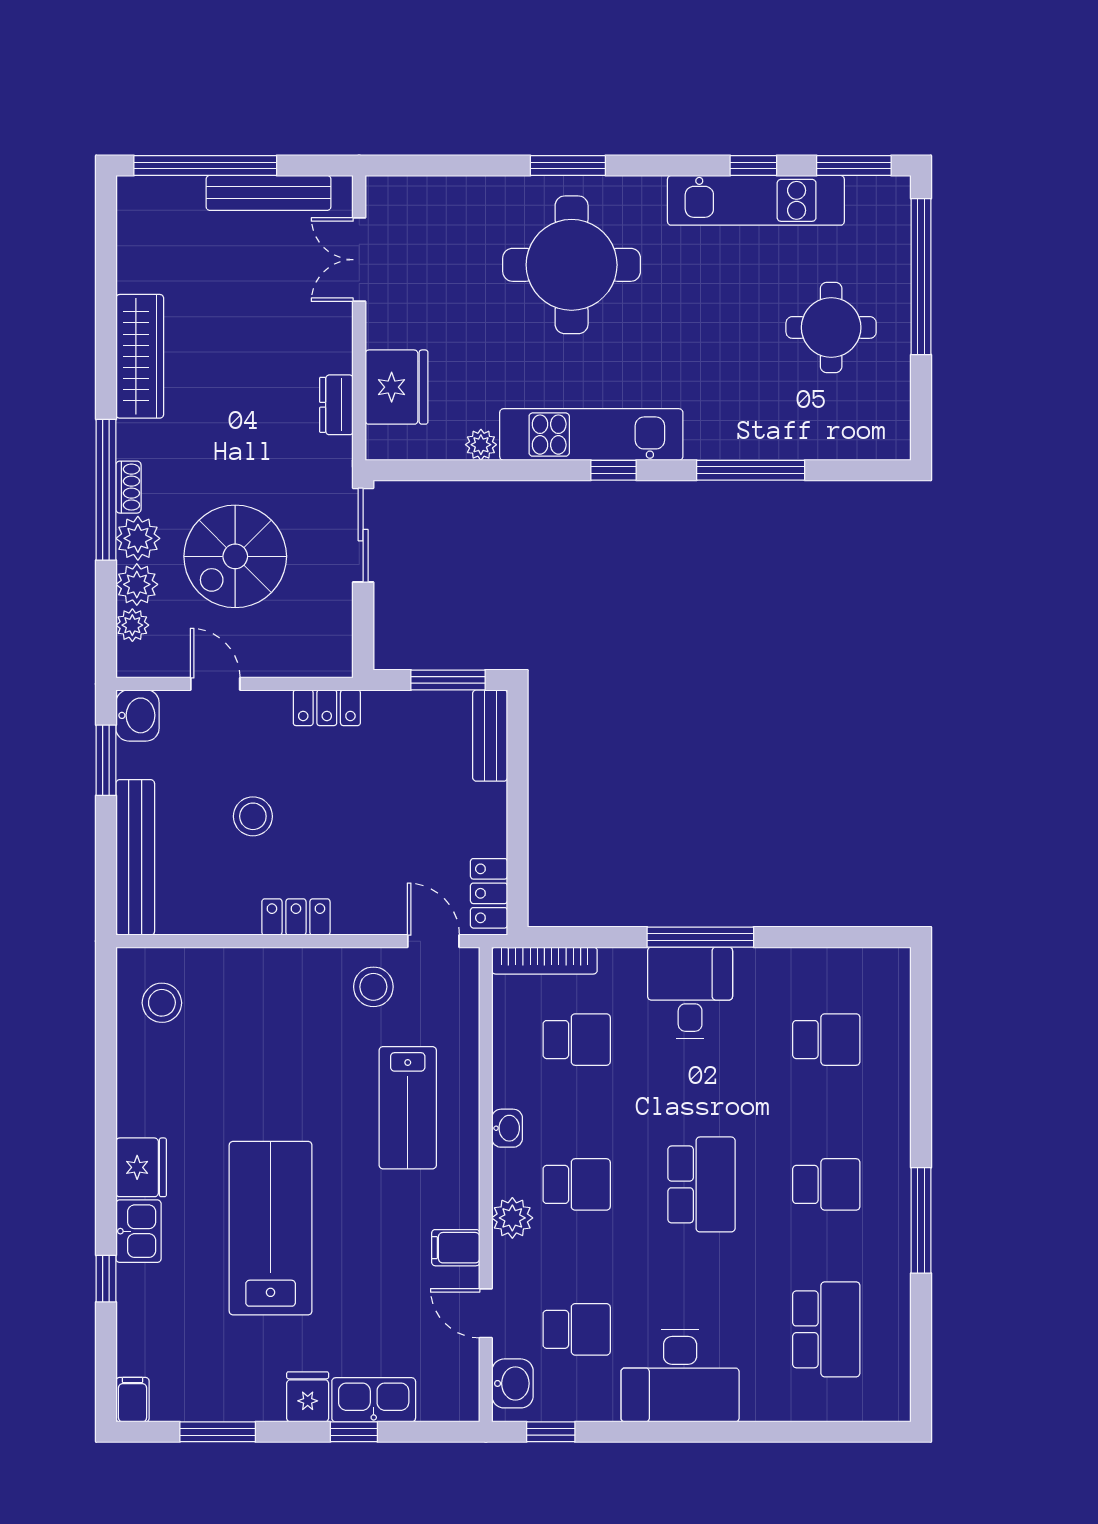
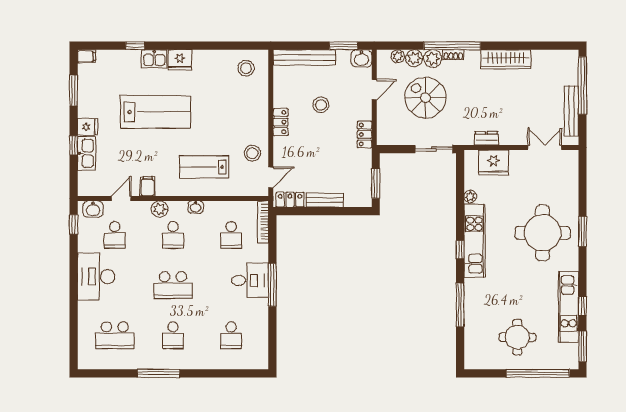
bench: (490, 736) -> (324, 200), moved

